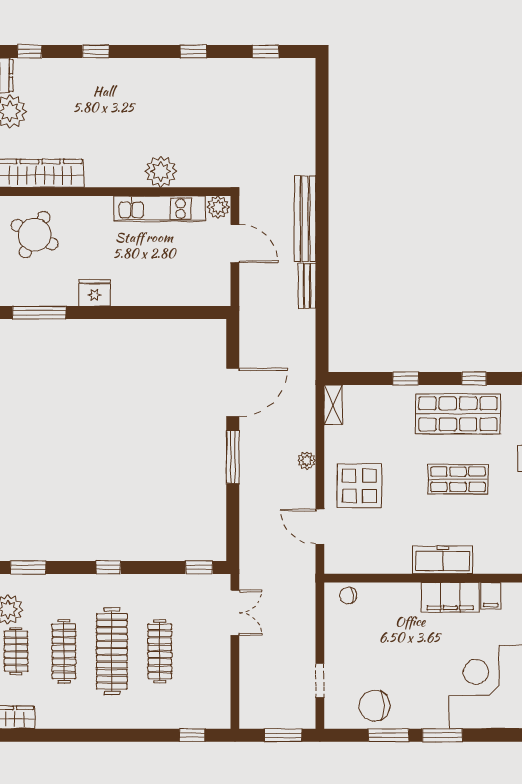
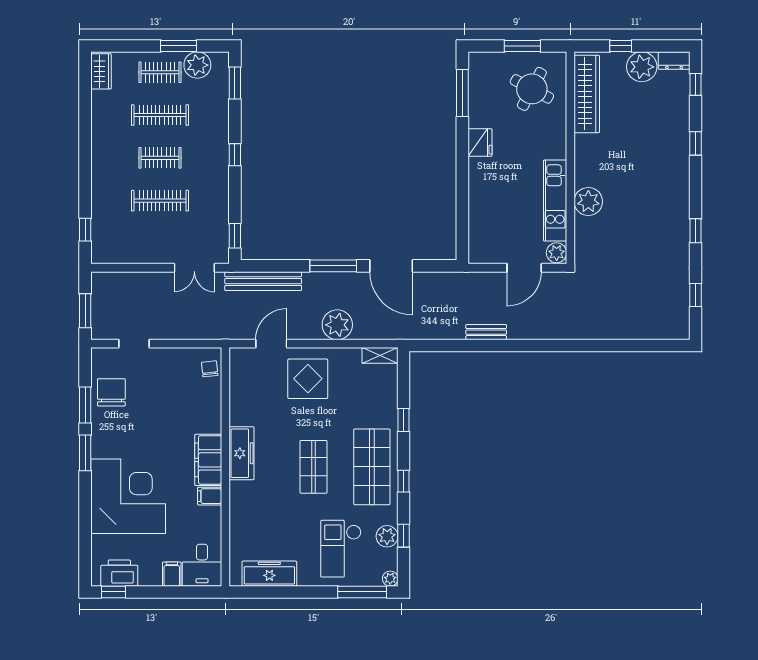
bench: (305, 219) -> (263, 281), moved
plant: (307, 461) -> (337, 325), width x1.88, depth x1.88
clothes rail: (112, 651) -> (160, 158), width x0.54, depth x0.76

